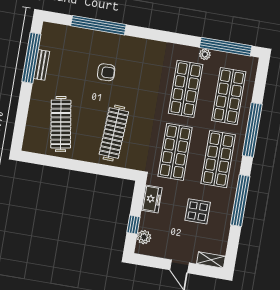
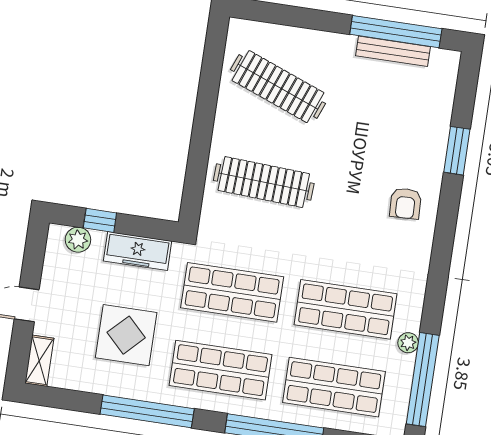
window: (98, 25) -> (457, 151), width x0.47
bench: (41, 65) -> (393, 51), width x1.36
armchair: (106, 72) -> (406, 203), moved
clothes rail: (61, 124) -> (278, 87), turned 30
freezer: (152, 199) -> (138, 251), width x1.40
display table: (198, 211) -> (126, 335), width x1.36, depth x1.36

